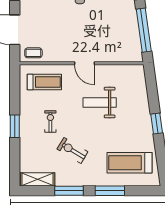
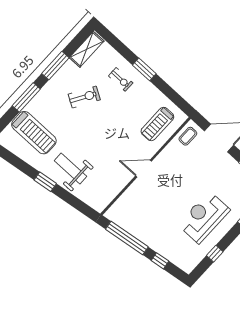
weight bench: (100, 103) -> (71, 168), moved, turned -90
exercise bike: (50, 121) -> (121, 79), moved
treadmill: (130, 163) -> (34, 133), turned 90

